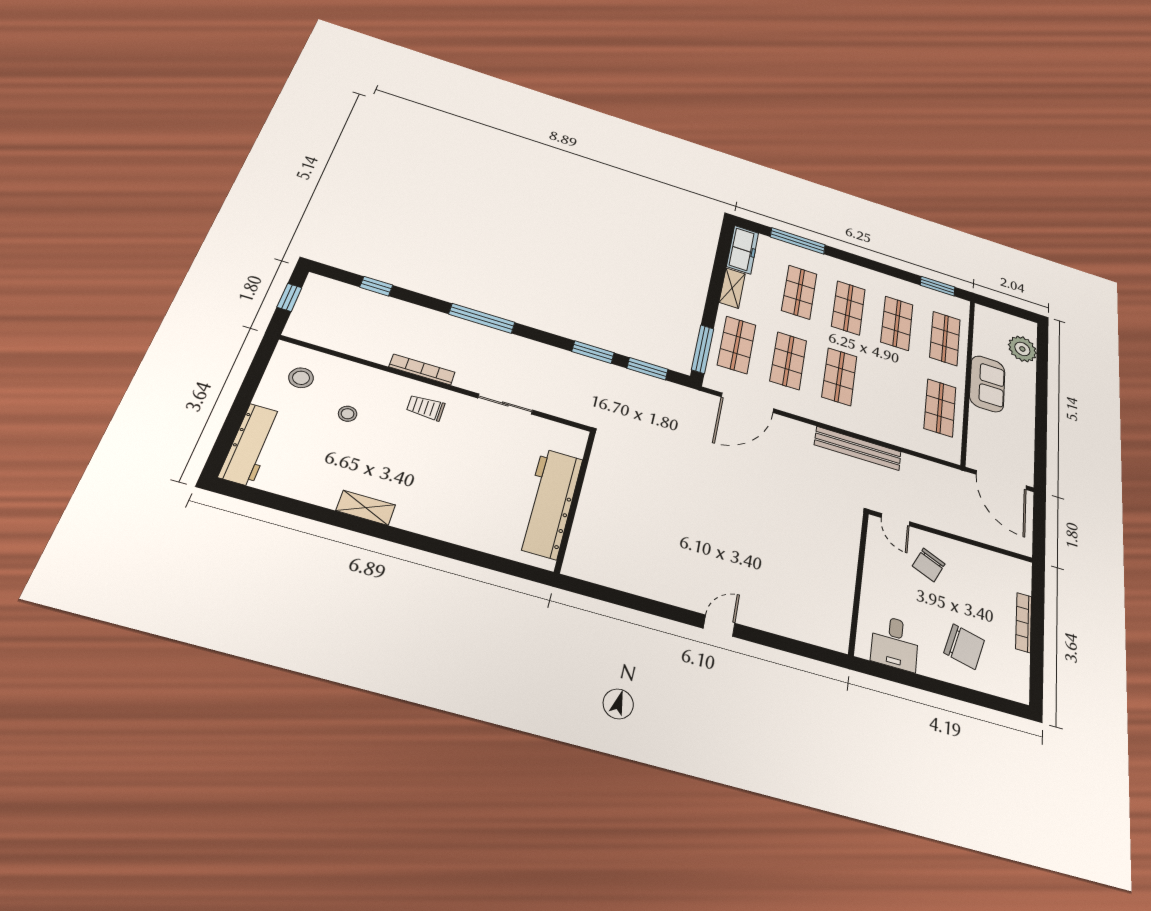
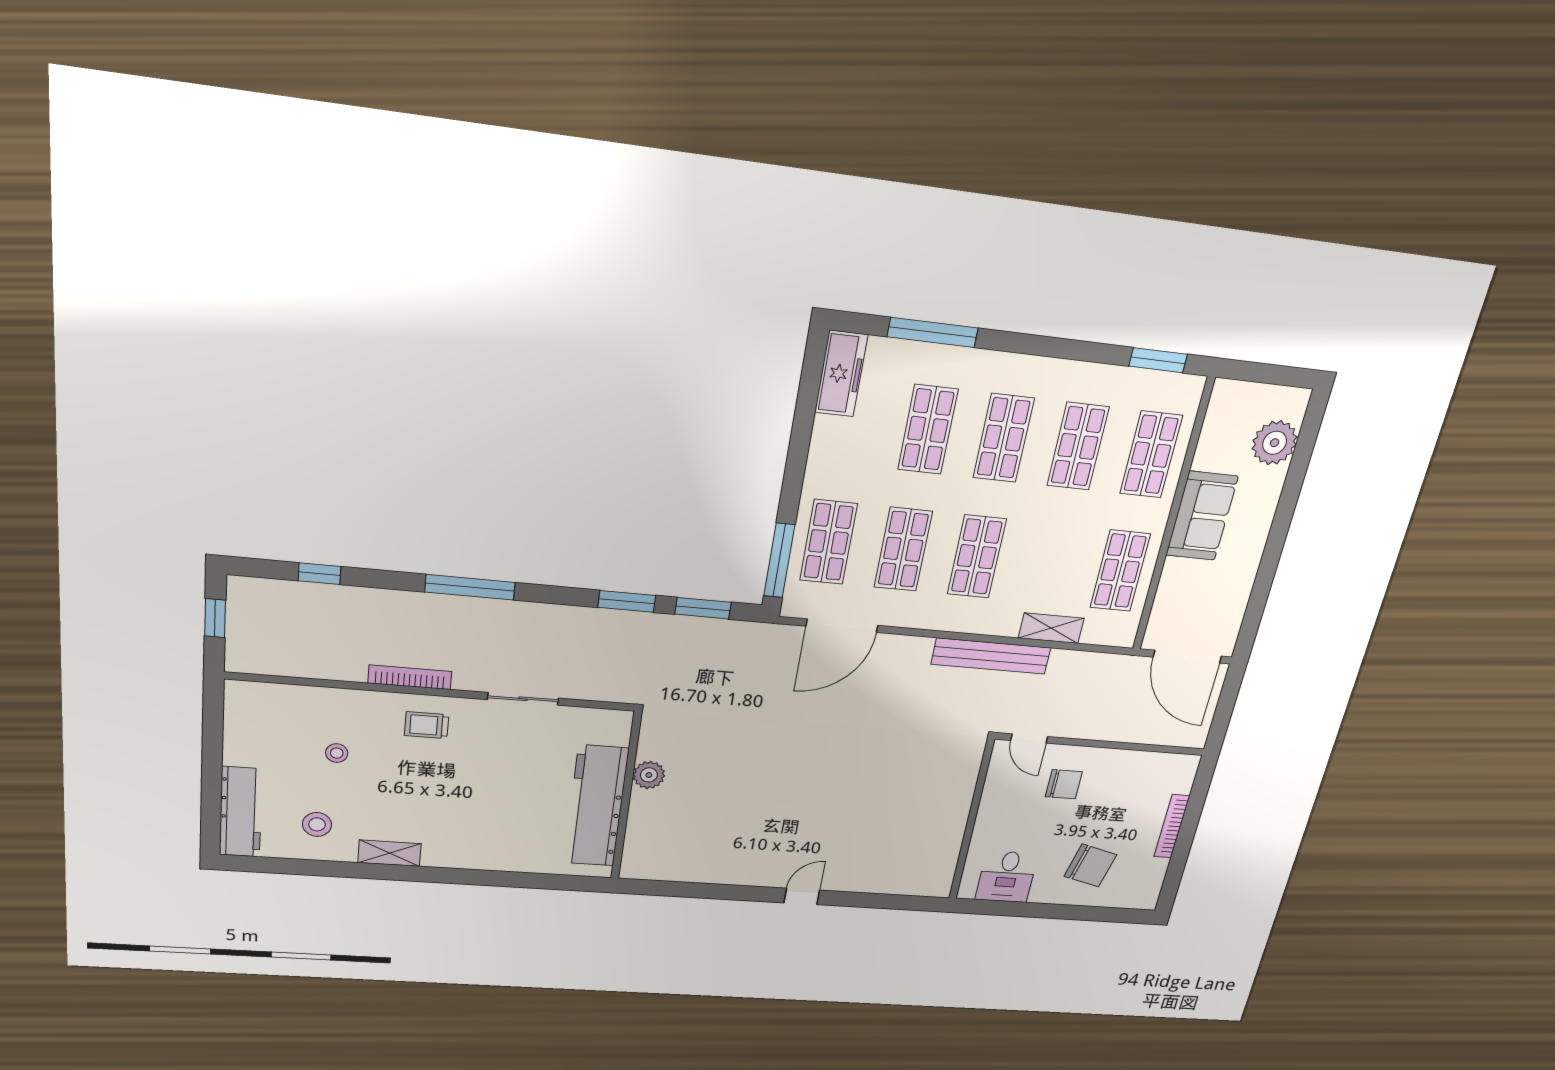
shelving: (732, 288) -> (1051, 628), moved, turned 90
stool: (301, 378) -> (317, 824), moved
plant: (596, 486) -> (649, 775), added
chair: (929, 565) -> (1064, 784), turned -114

